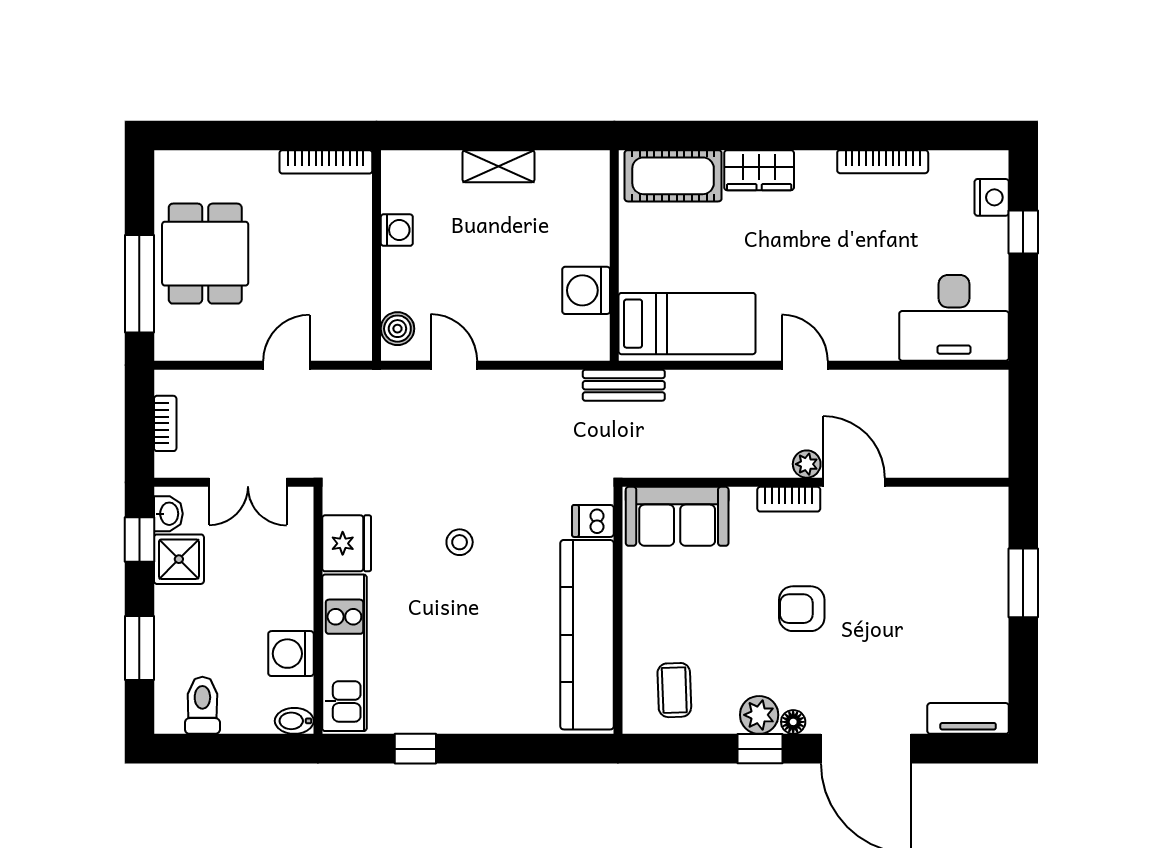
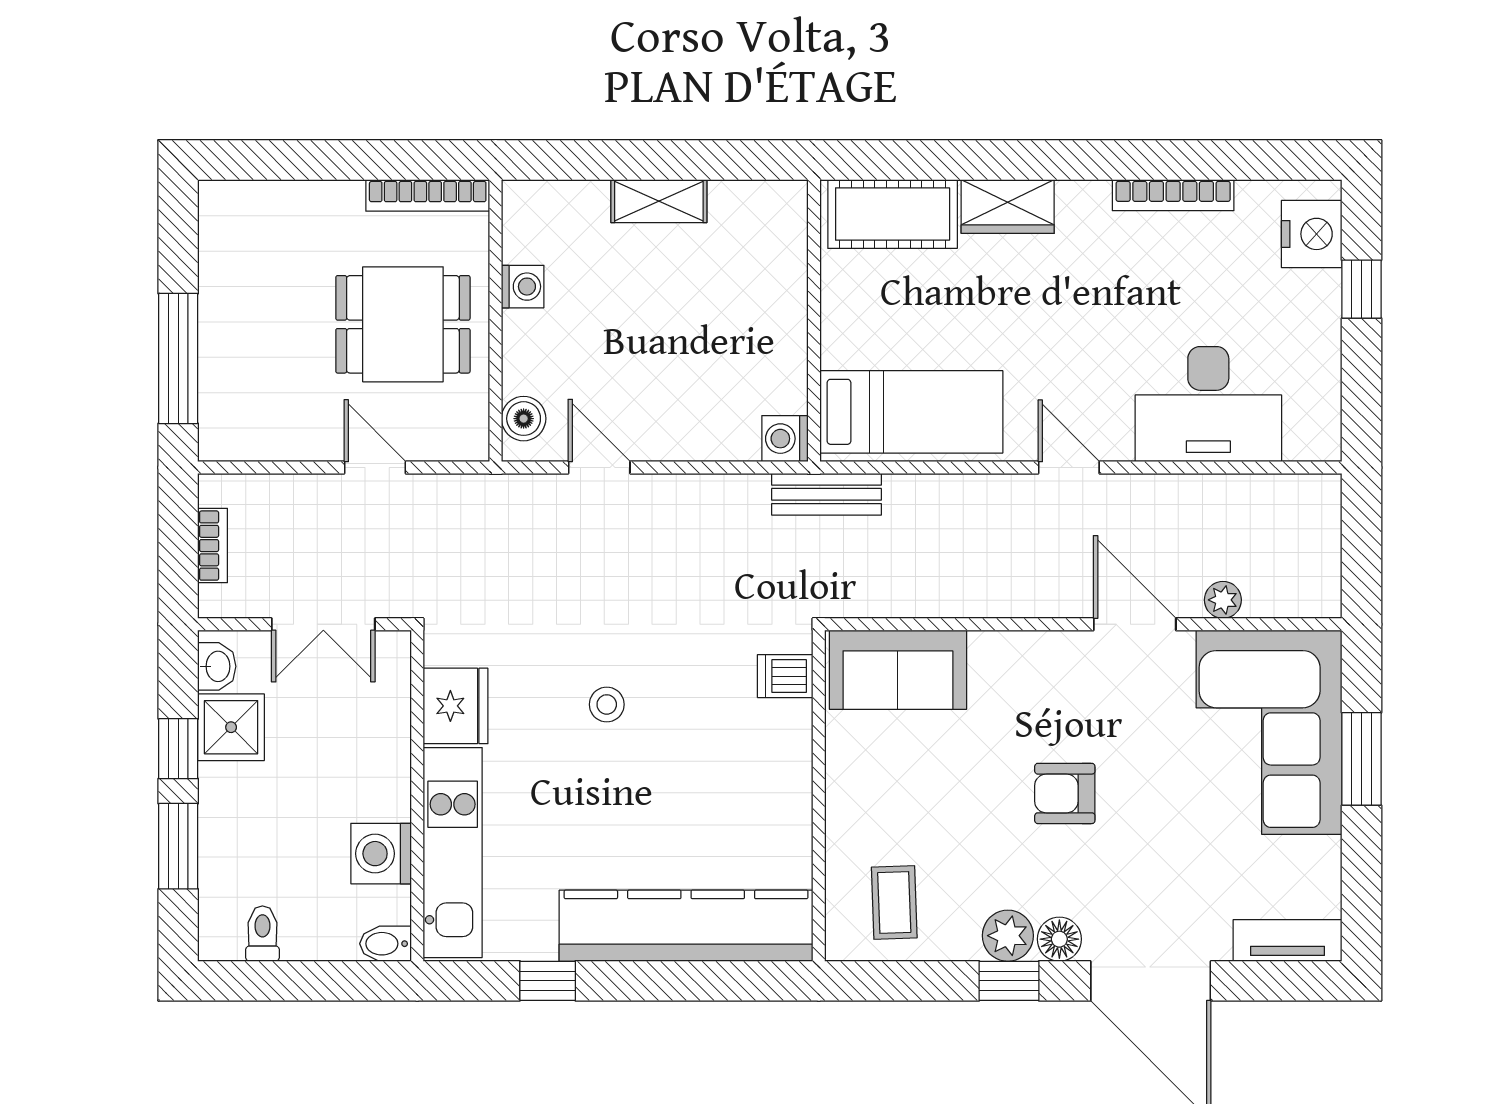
nightstand: (992, 197) -> (1312, 234), width x1.36, depth x1.33
dining table: (205, 254) -> (403, 324), moved, turned 90
washing machine: (586, 290) -> (785, 439), moved, width x0.73, depth x0.73
desk: (954, 318) -> (1208, 404), moved
door: (286, 365) -> (375, 468), hinge flipped
plant: (807, 464) -> (1223, 600), moved
bookcase: (789, 499) -> (1047, 647), removed
window: (139, 539) -> (178, 749), moved
corner sofa: (954, 563) -> (1269, 732), added
kitchen counter: (587, 635) -> (686, 926), moved, turned 90
toilet: (202, 705) -> (262, 934), width x0.73, depth x0.72
floor lamp: (793, 722) -> (1059, 939), width x1.37, depth x1.37

